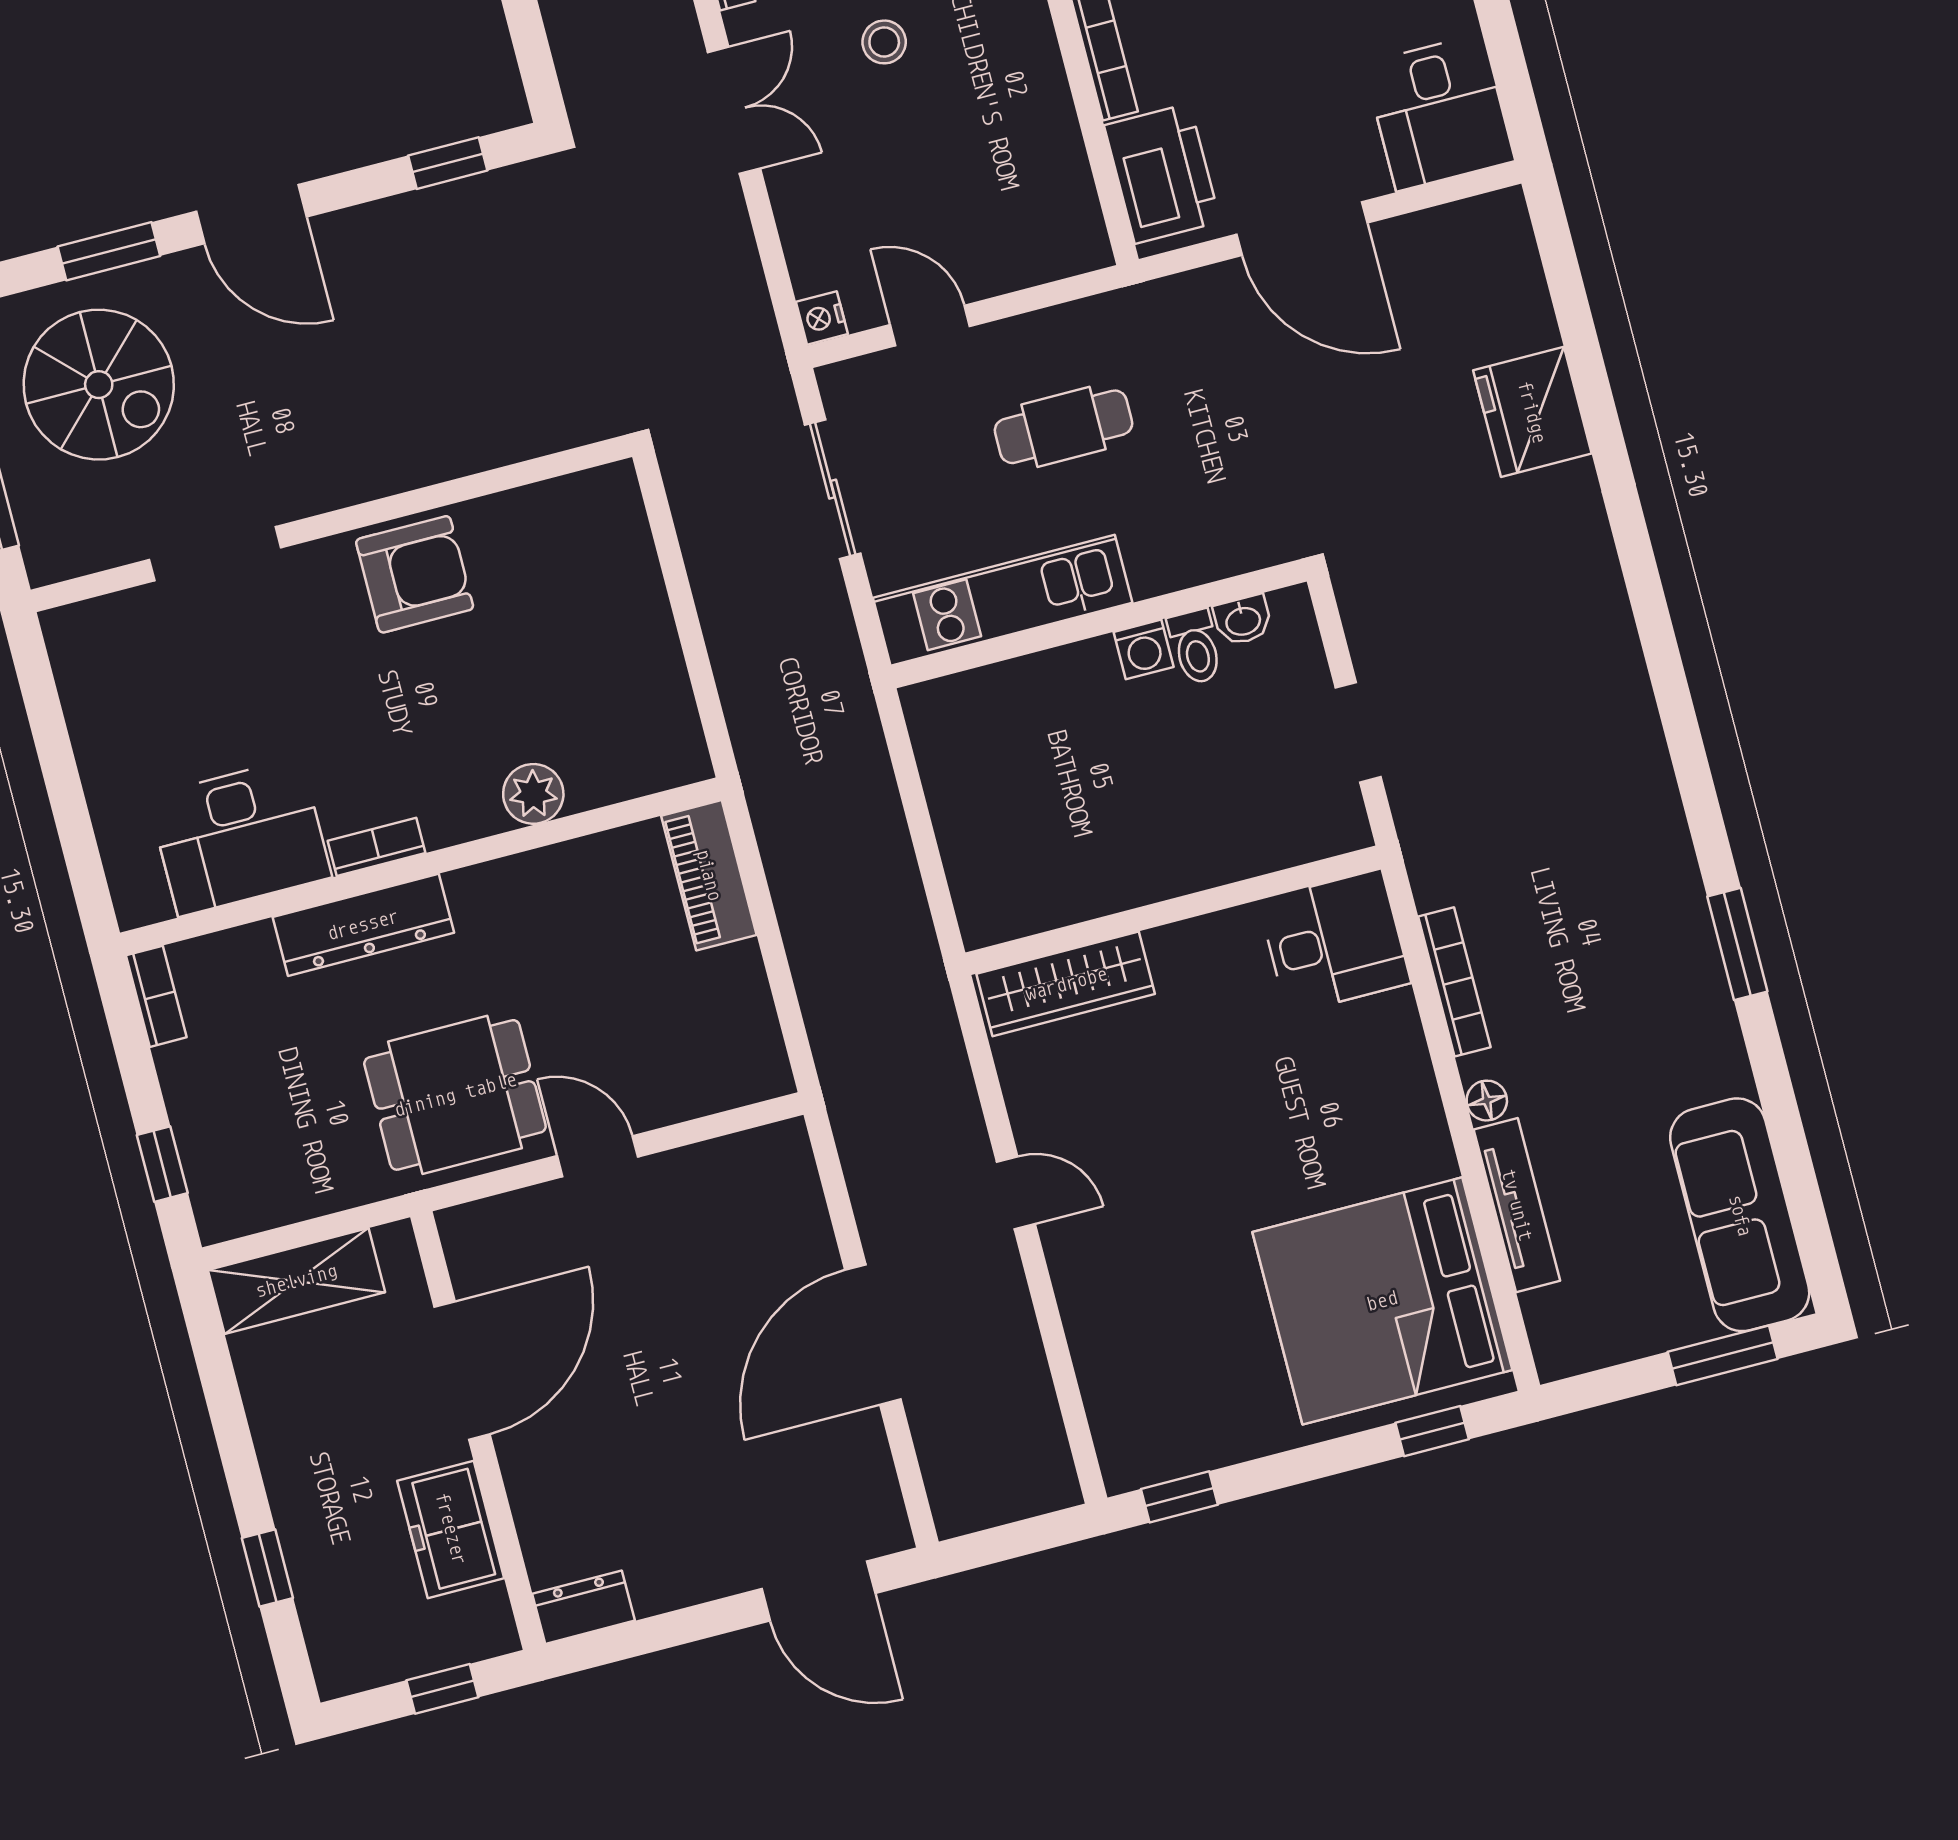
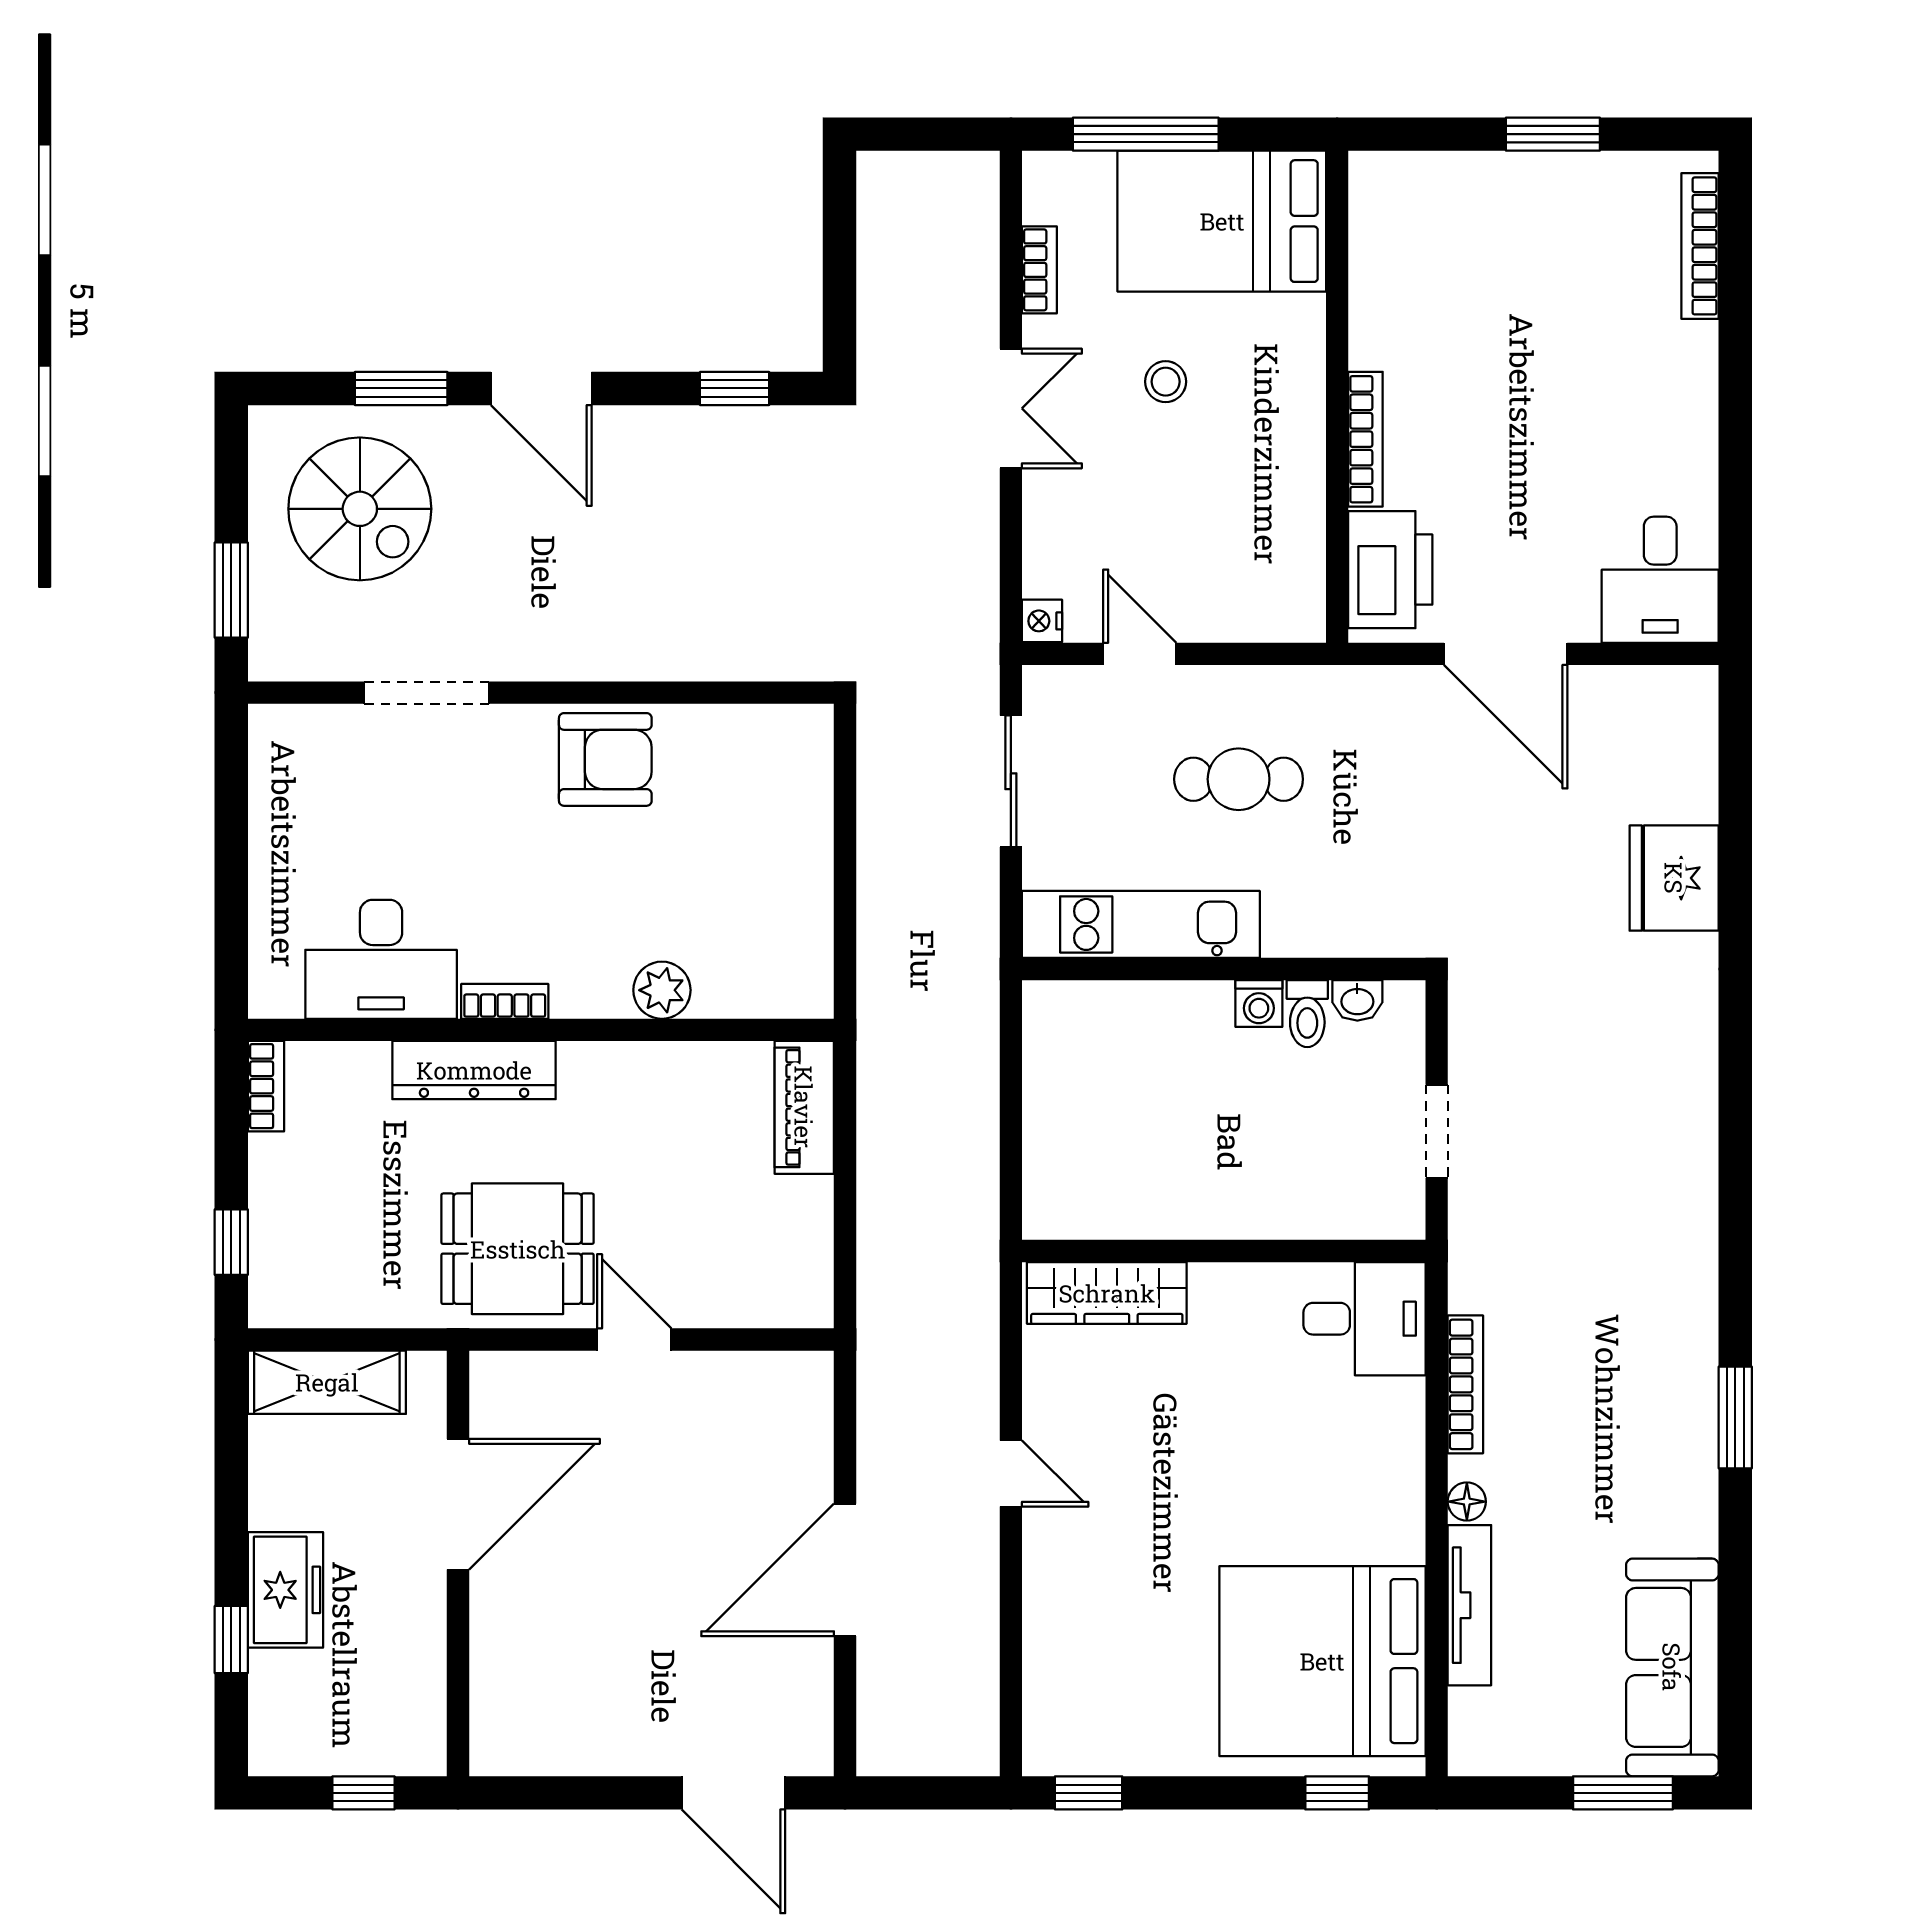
freezer: (451, 1529) -> (285, 1590), moved, turned 180
dresser: (584, 1607) -> (513, 1752), removed

